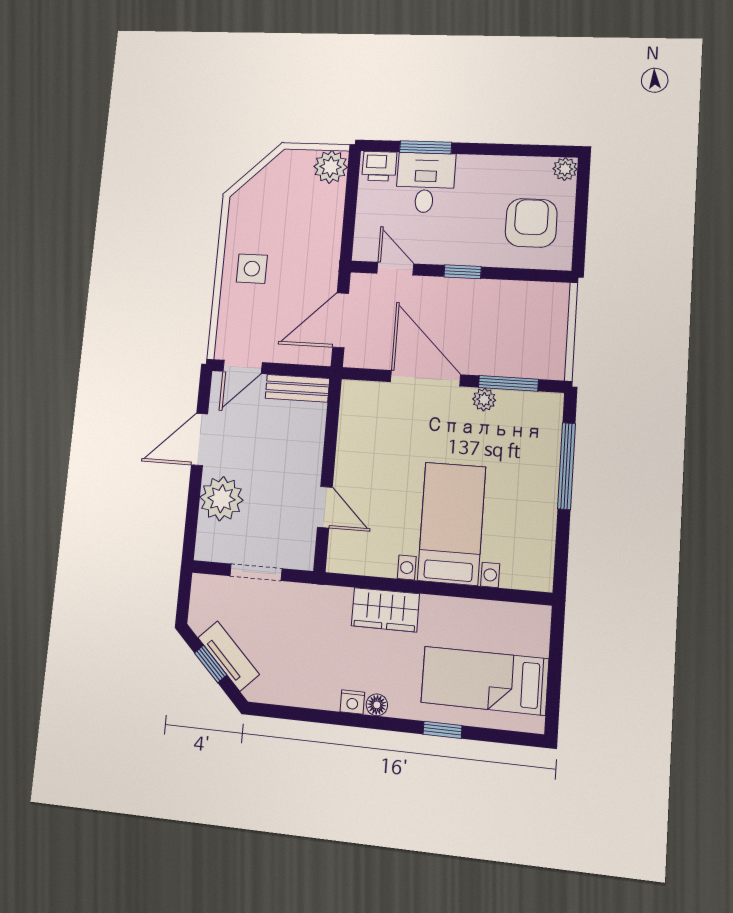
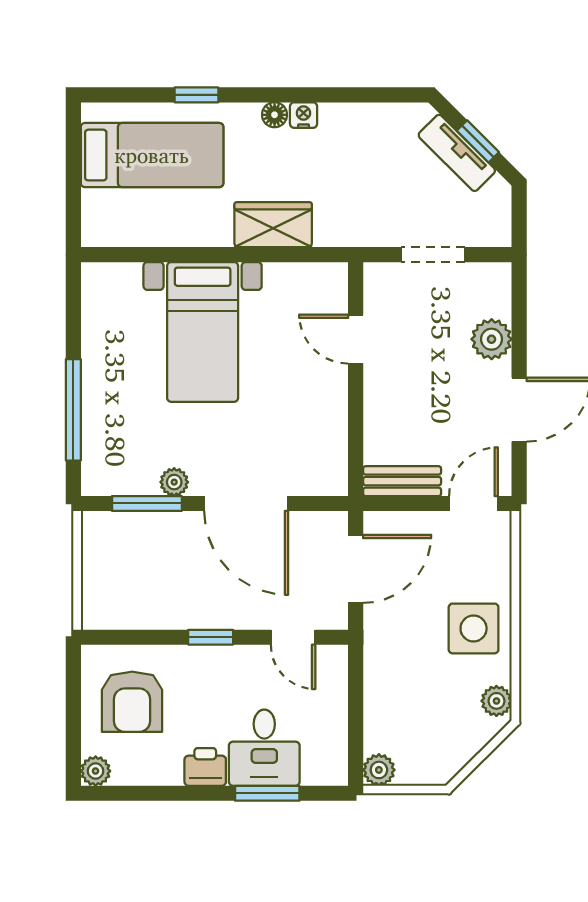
printer: (379, 166) -> (205, 767), moved
plant: (331, 167) -> (379, 770), width x0.73, depth x0.73
plant: (239, 212) -> (496, 701), added
side table: (252, 269) -> (474, 628), width x1.37, depth x1.37
plant: (221, 499) -> (492, 339), width x0.73, depth x0.73

